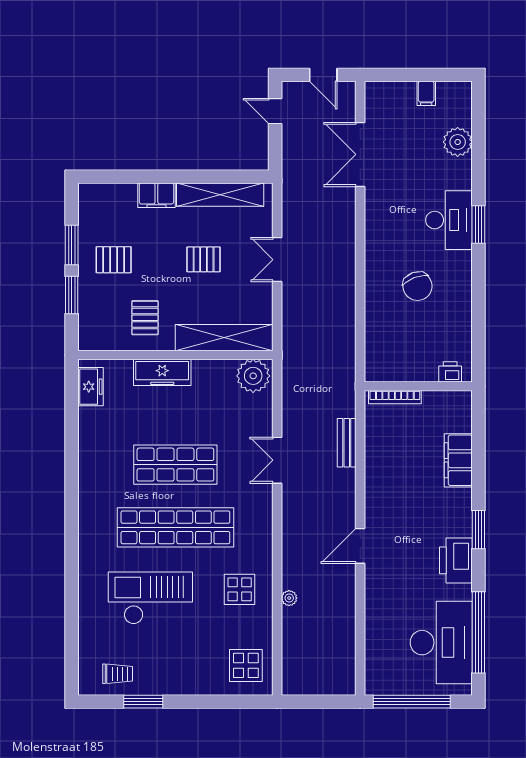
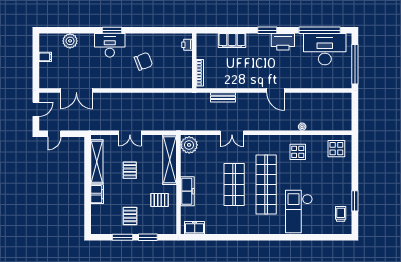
checkout: (150, 598) -> (299, 212), moved

